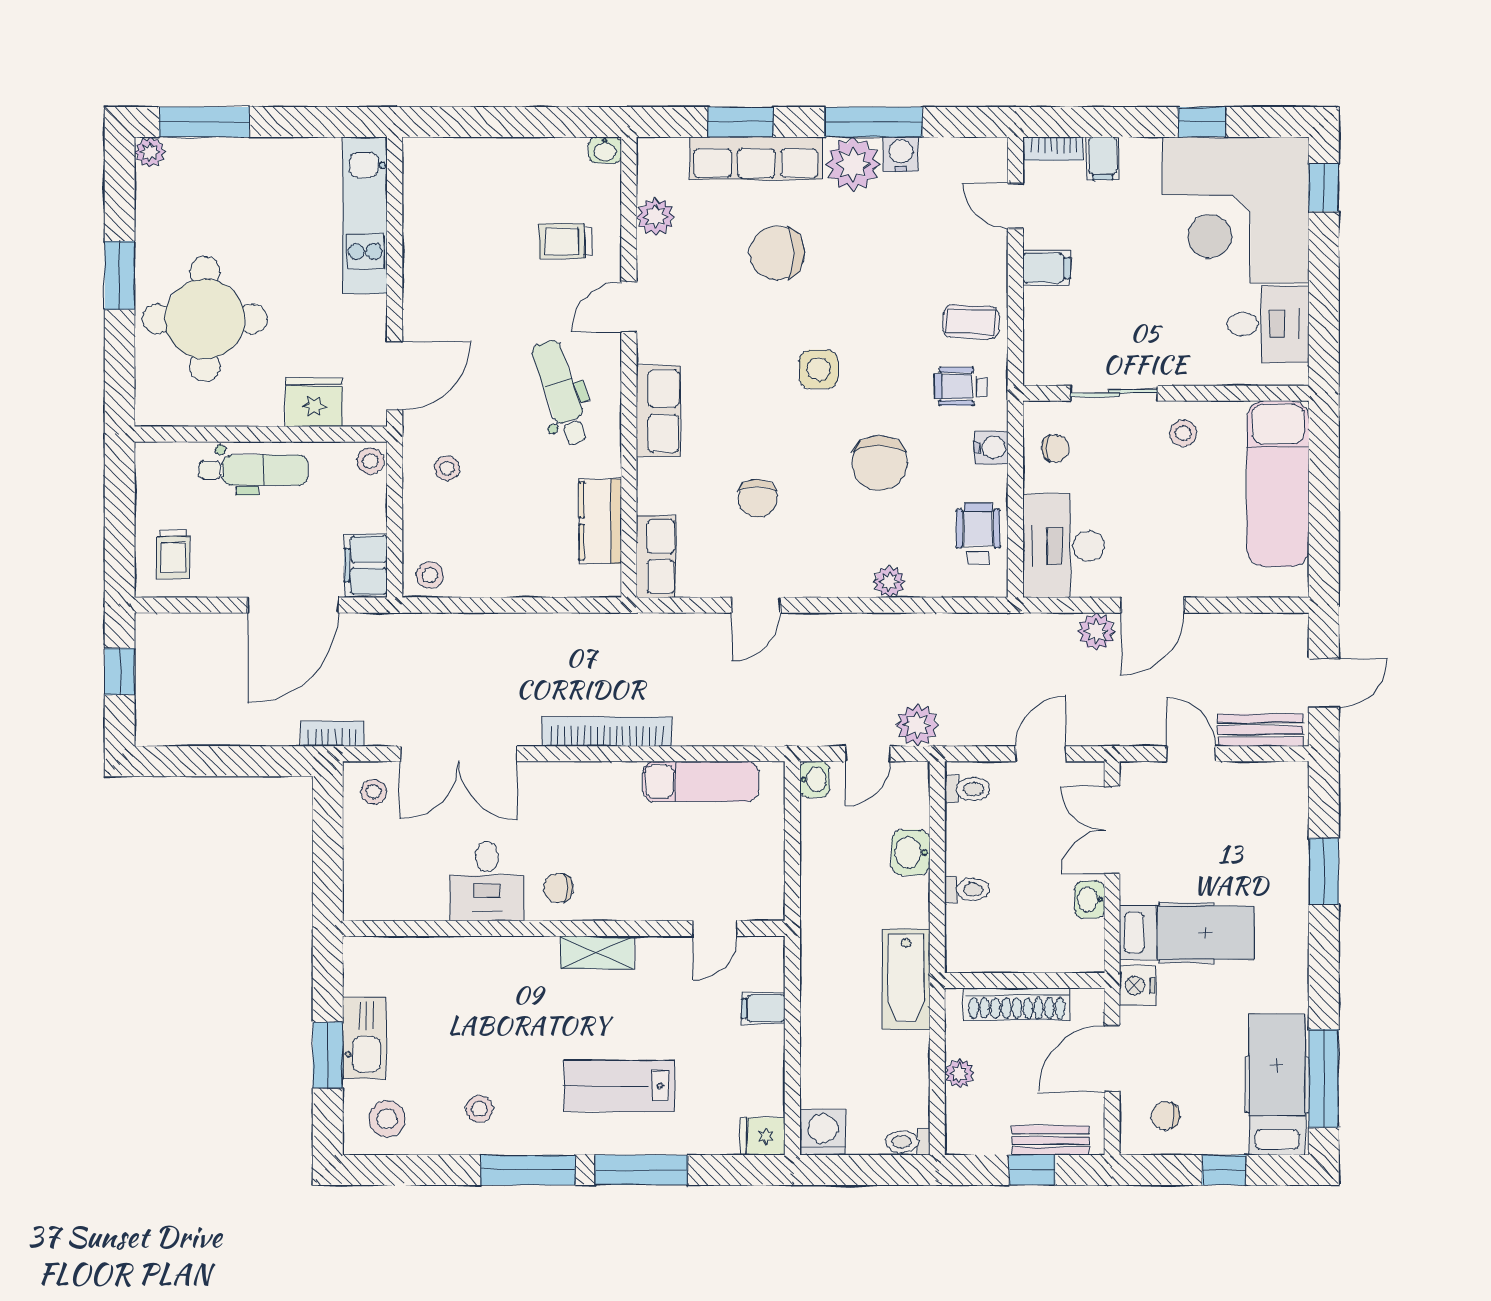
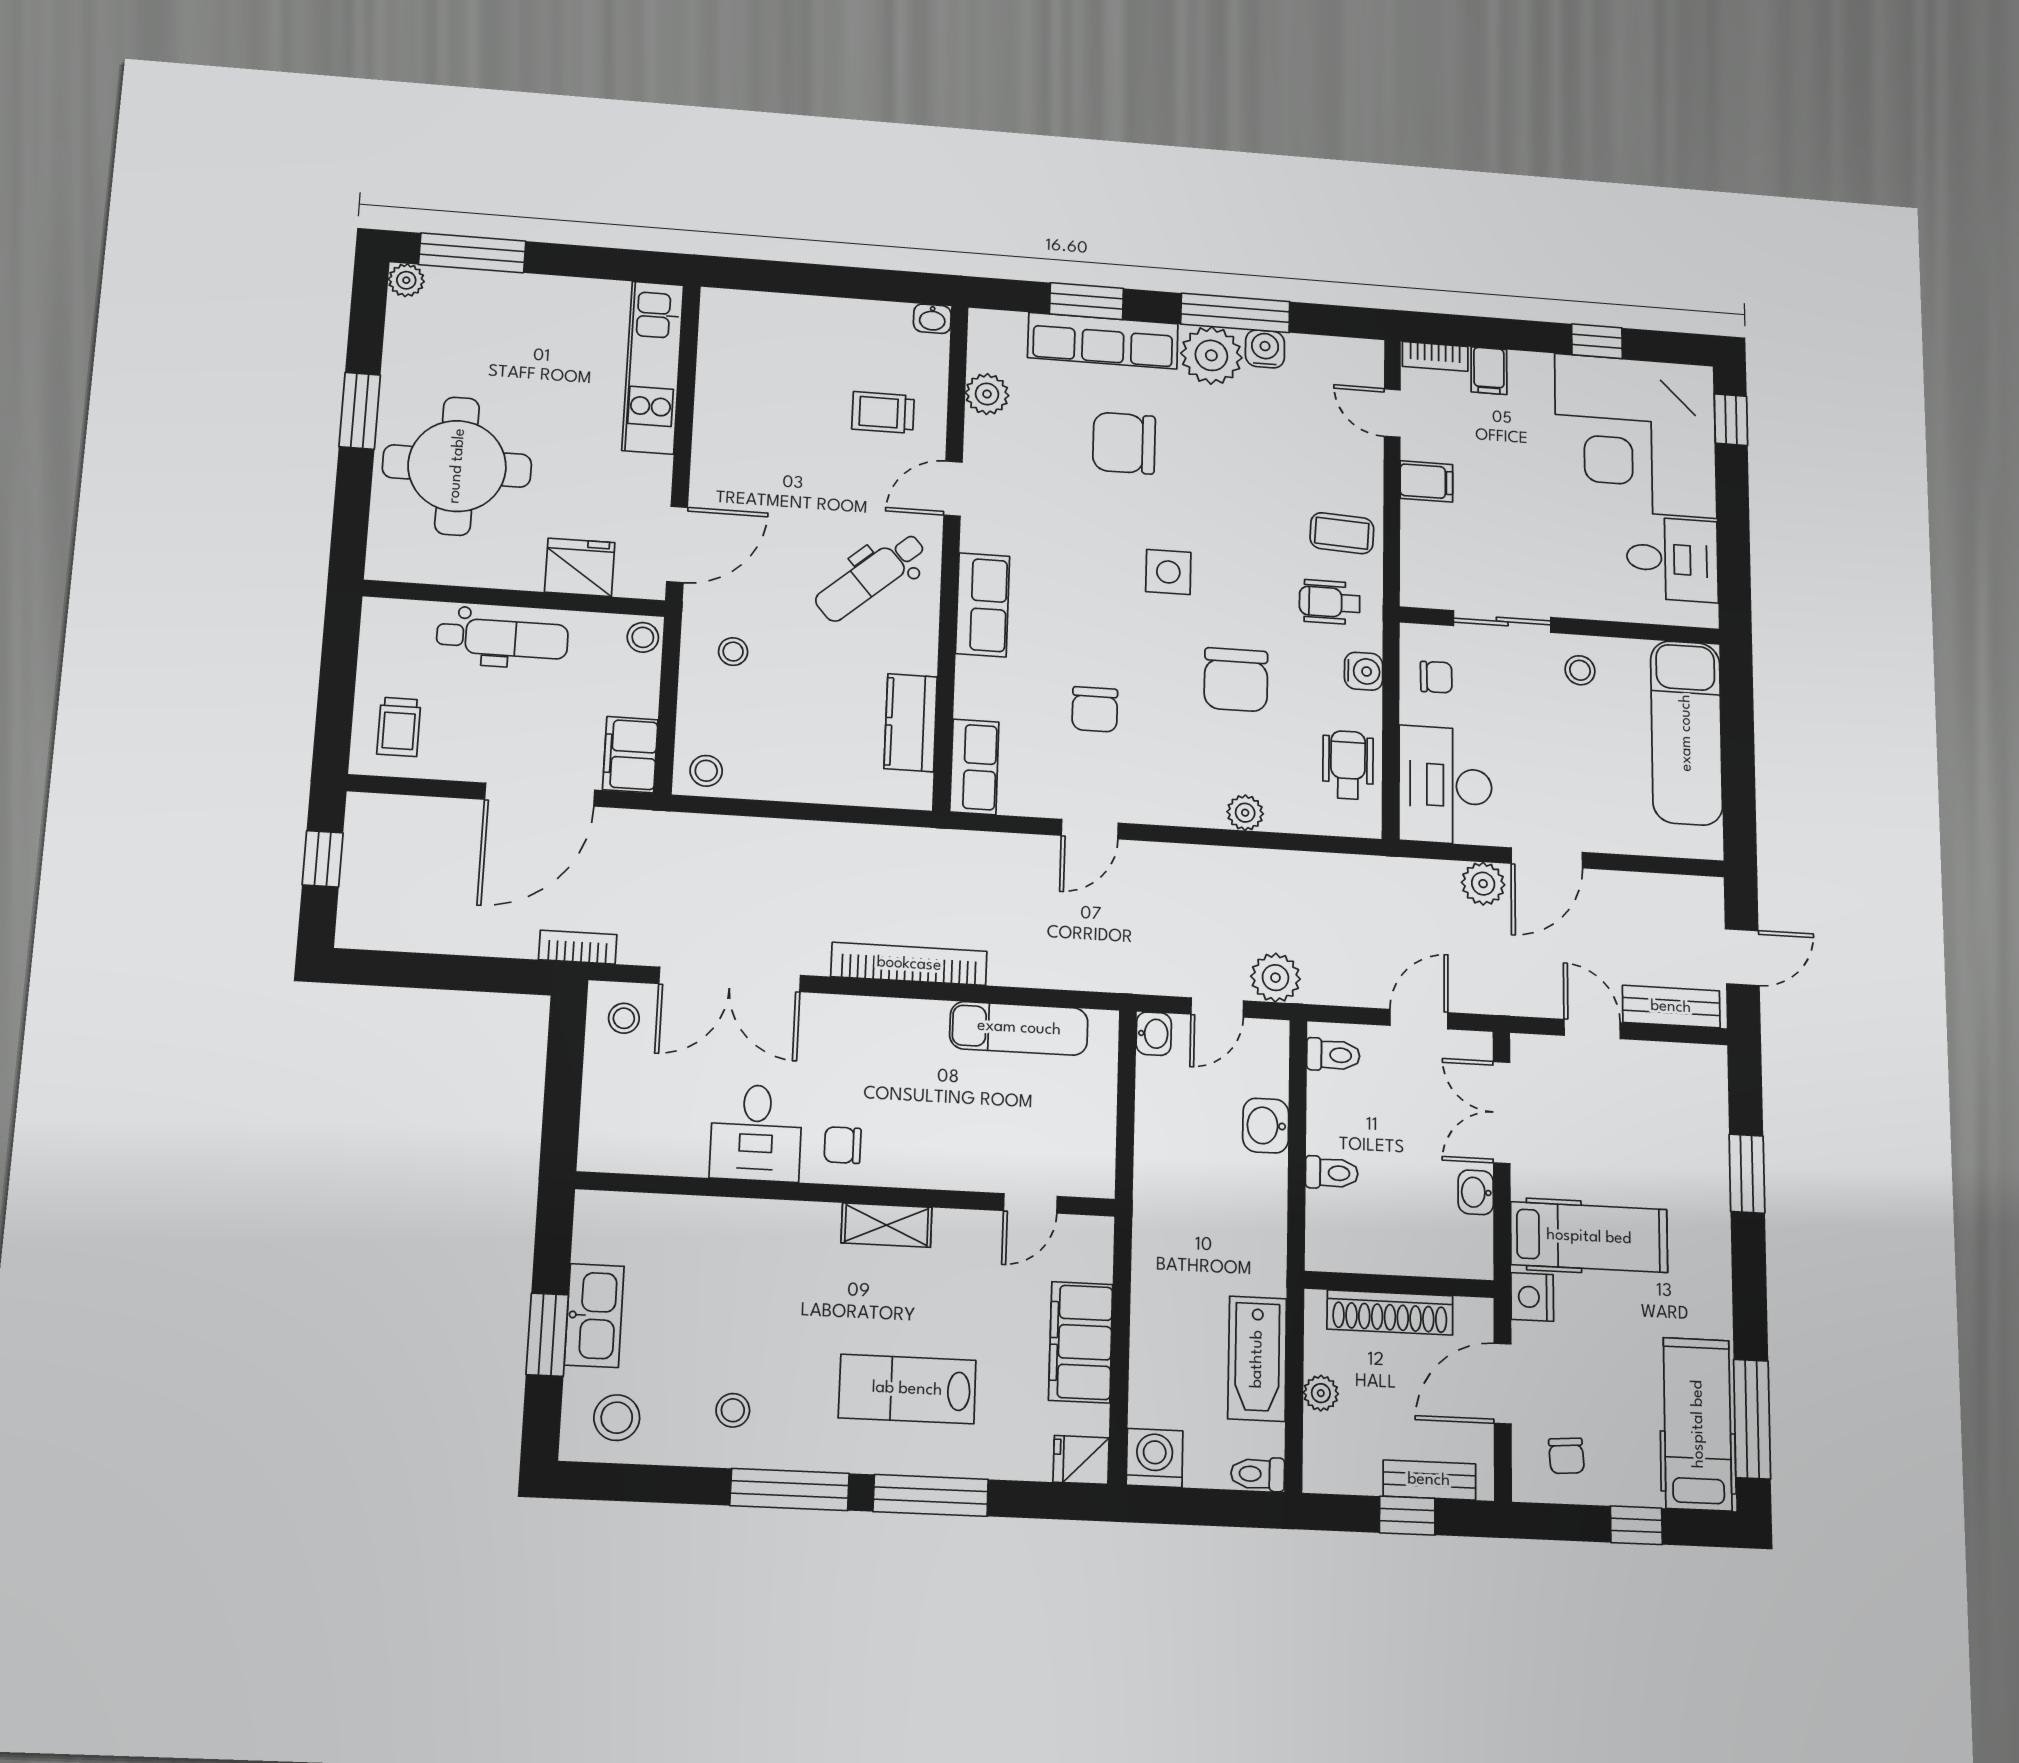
dental chair: (561, 393) -> (871, 577), turned -112
bathtub: (906, 979) -> (1257, 1359), moved
filing cabinet: (763, 1008) -> (1081, 1342), width x3.00, depth x1.17
chair: (1165, 1116) -> (1566, 1456), turned -94

